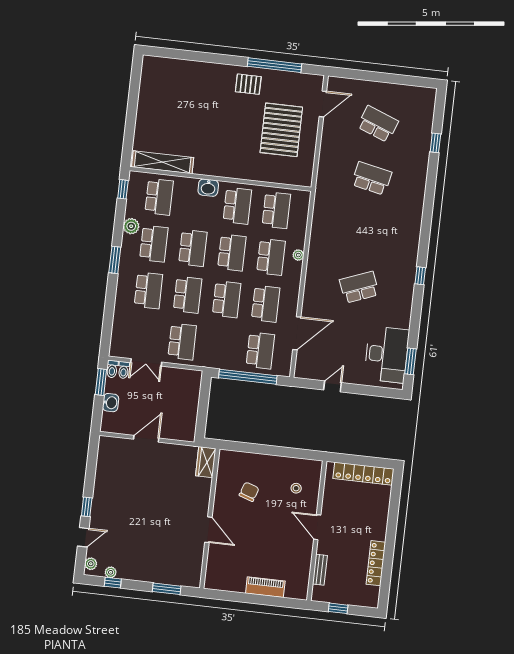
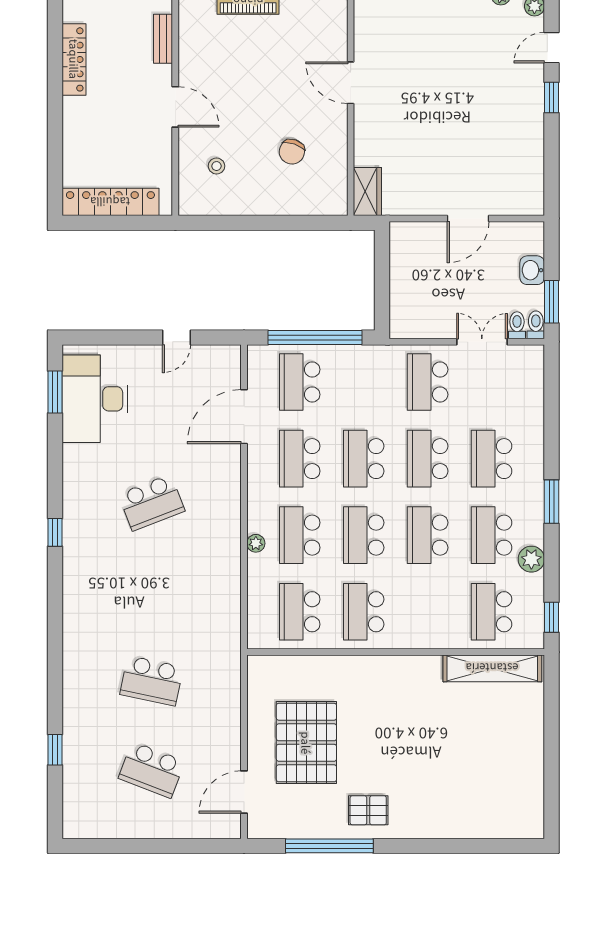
washbasin: (208, 188) -> (414, 636), removed

